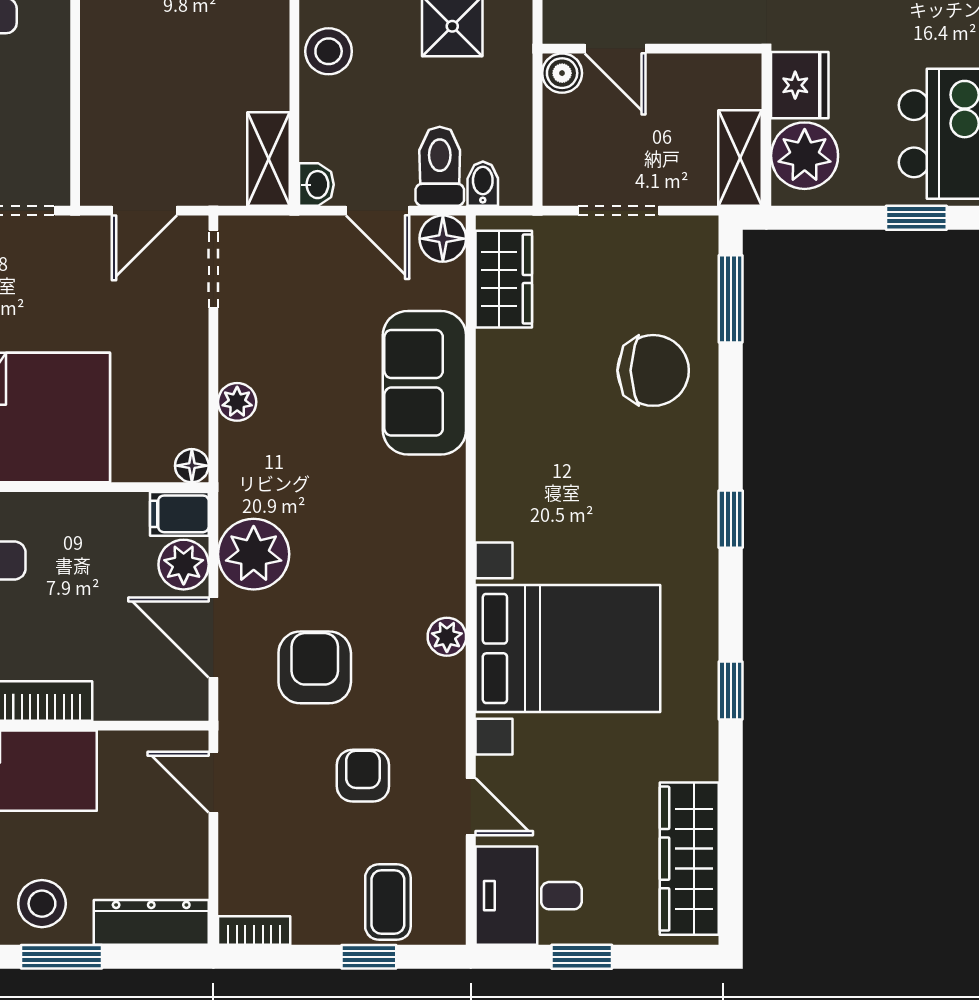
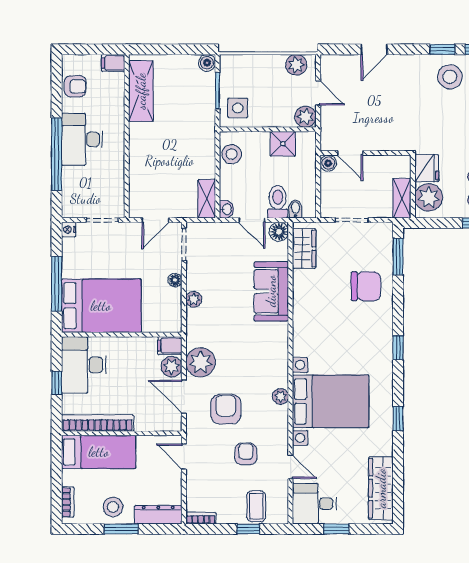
floor lamp: (192, 466) -> (175, 280), moved

